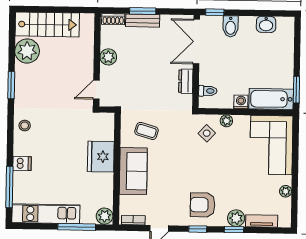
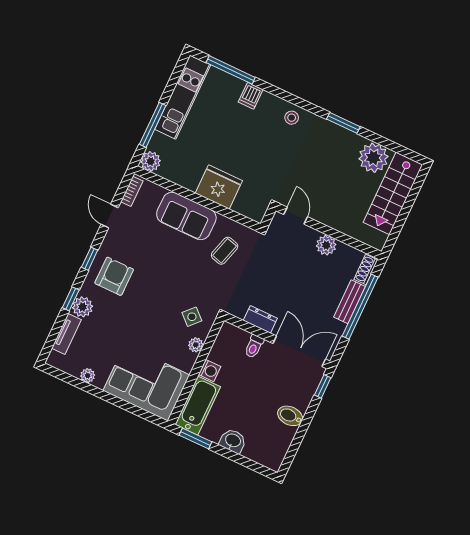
window: (143, 11) -> (360, 307), width x2.11
washbasin: (266, 24) -> (233, 441), moved, turned 90
bidet: (231, 26) -> (290, 416), moved
toilet: (208, 91) -> (254, 346), moved

